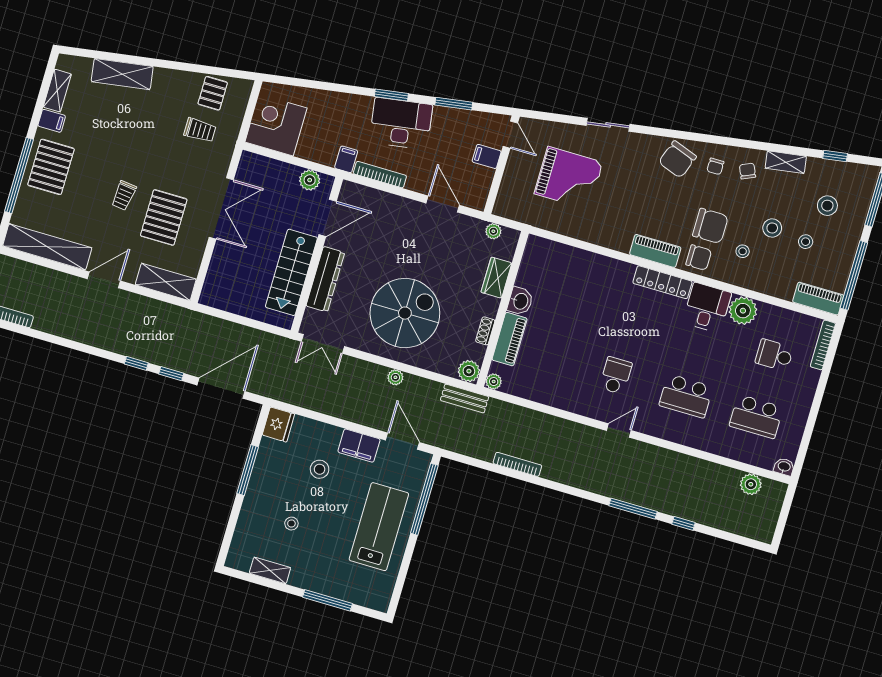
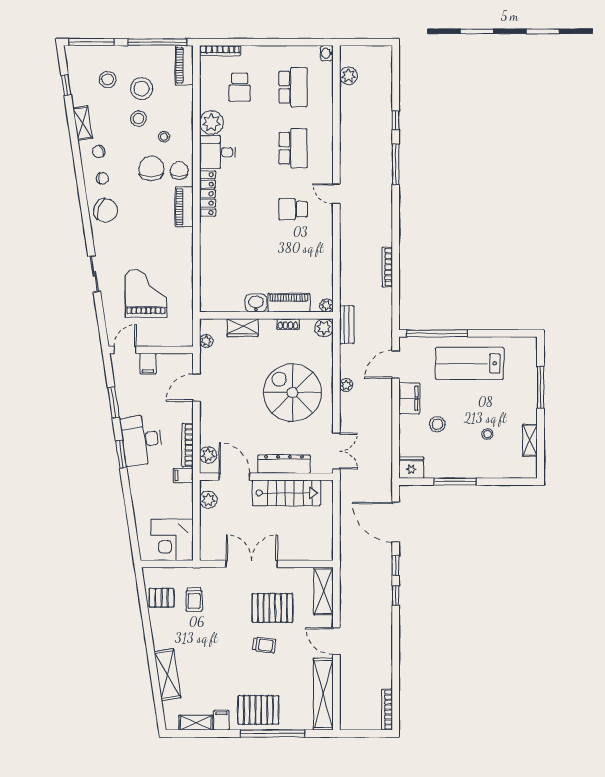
trolley: (200, 130) -> (194, 599), turned 180
plant: (361, 195) -> (208, 455), added
stool: (806, 242) -> (142, 89), width x1.89, depth x1.89

